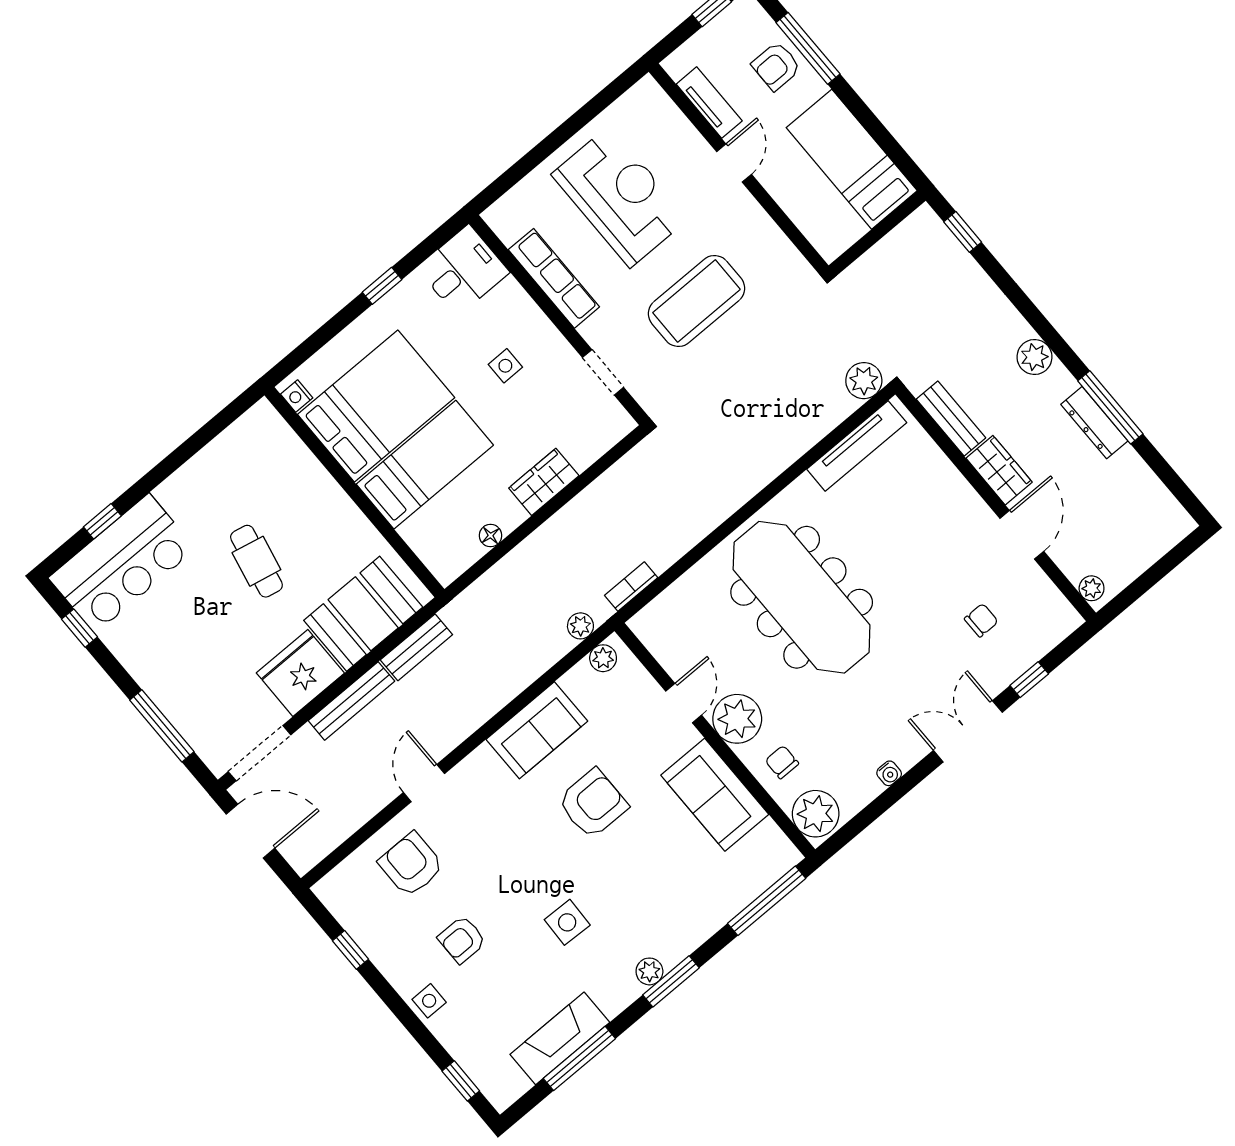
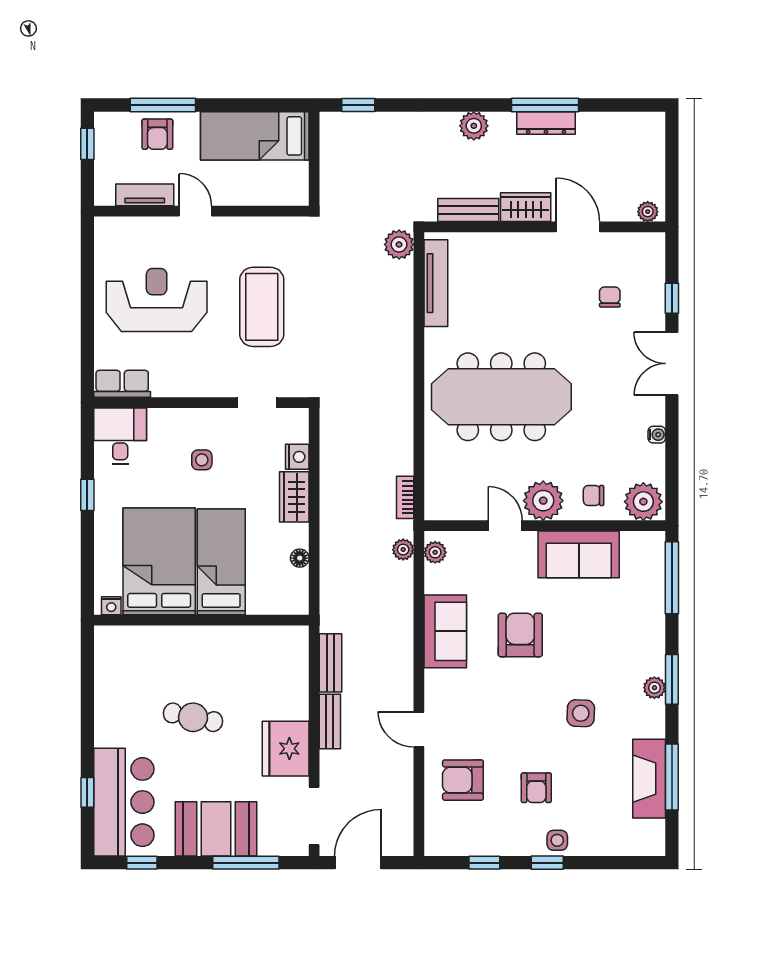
row of seats: (554, 278) -> (122, 384), moved, width x0.68
nightstand: (584, 453) -> (297, 457), added
booth: (363, 614) -> (216, 829), moved, turned 90
bench: (351, 701) -> (330, 722), width x0.73
window: (461, 1081) -> (547, 863), moved

